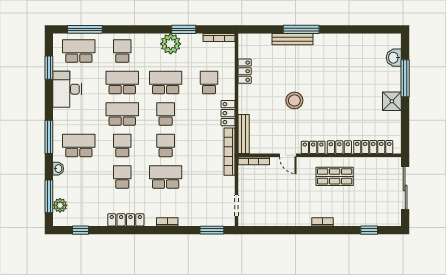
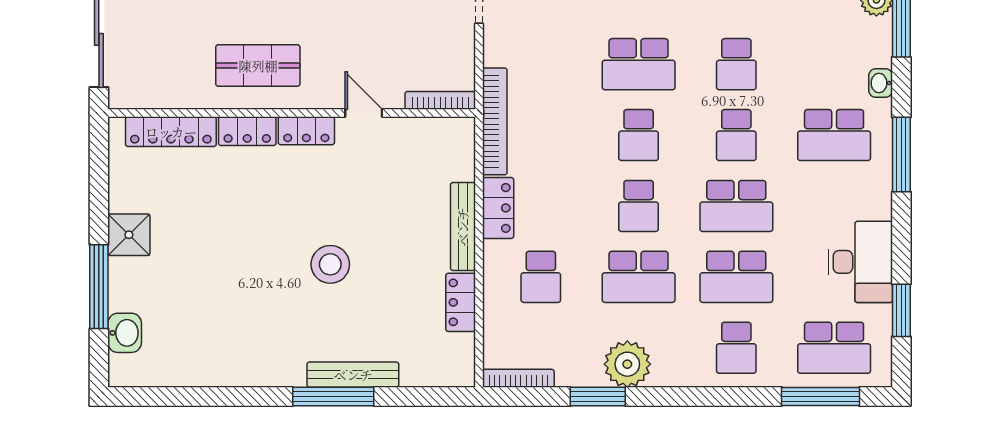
stool: (294, 100) -> (330, 264), moved
bench: (244, 134) -> (463, 227), moved

